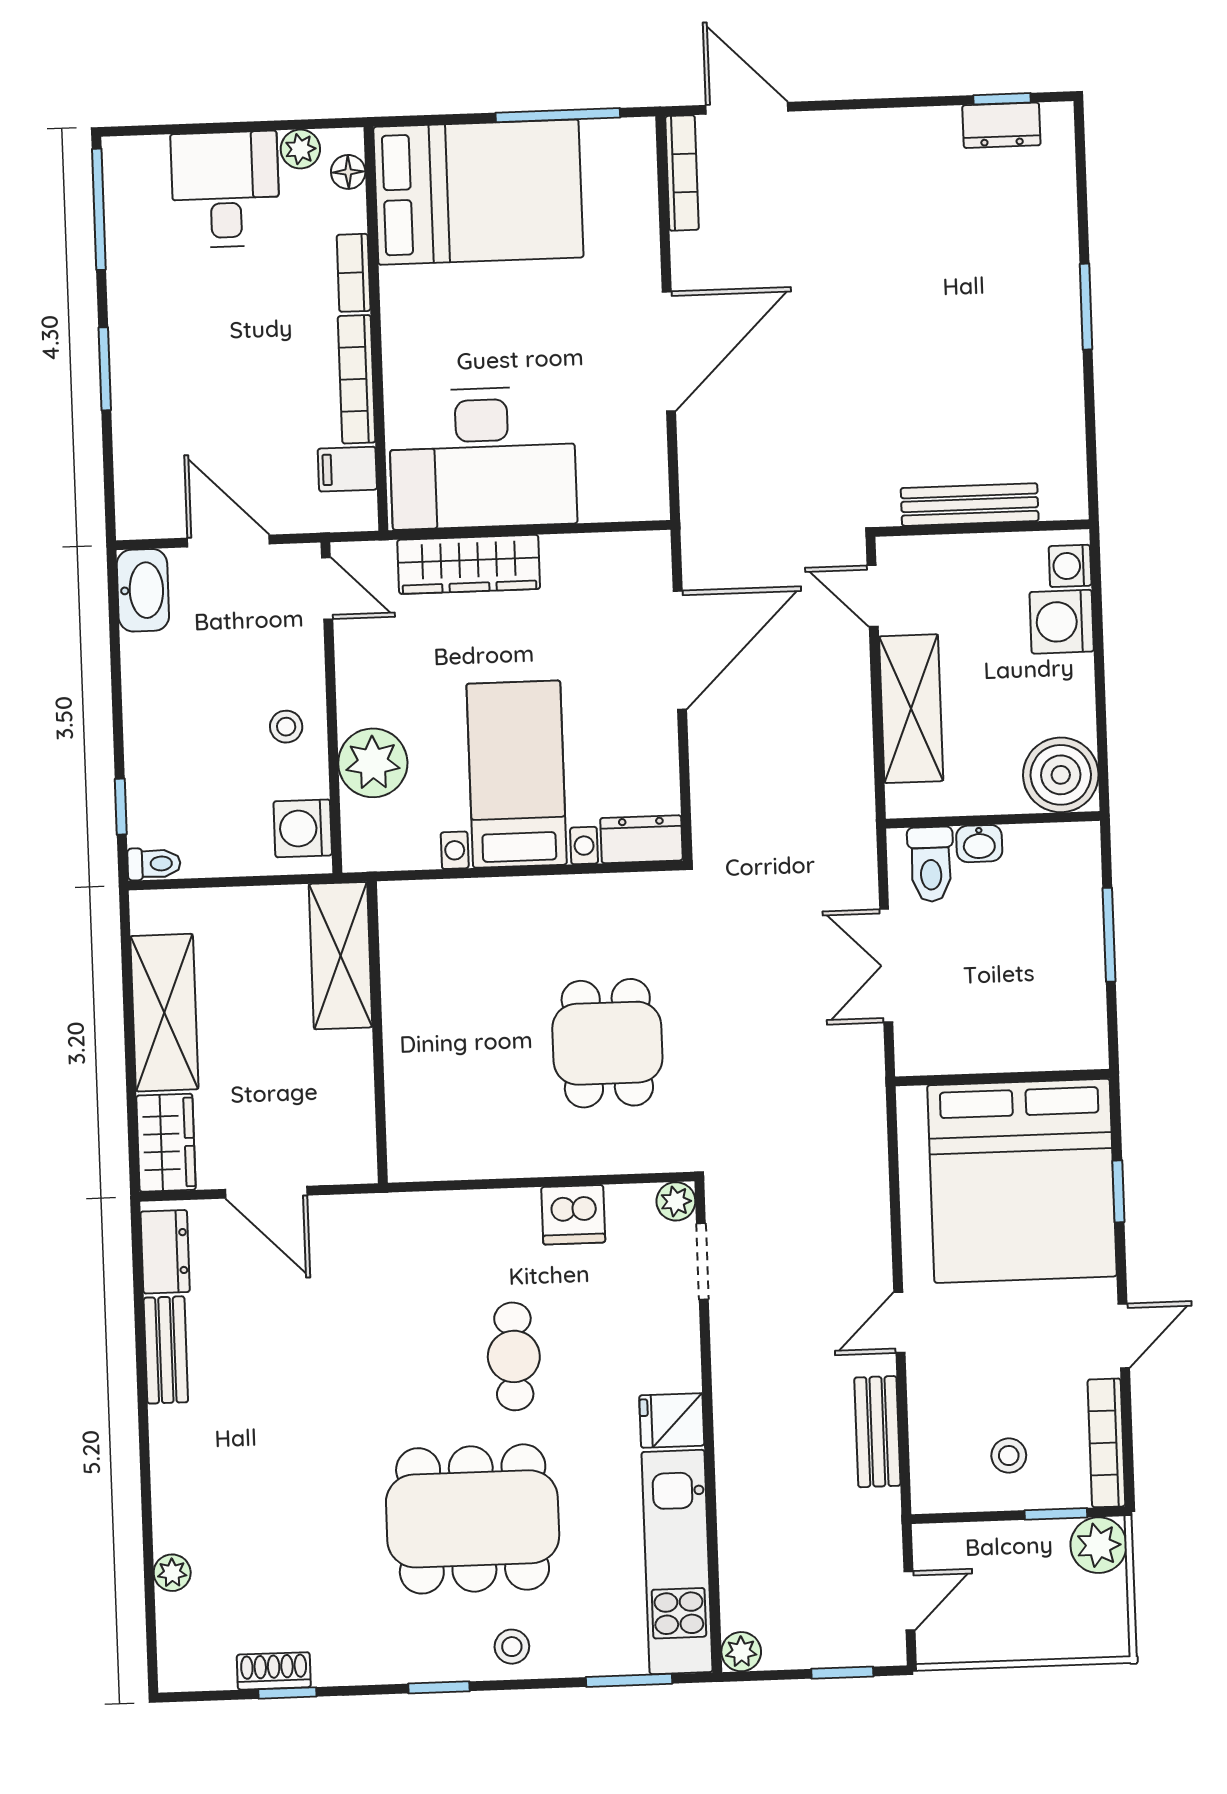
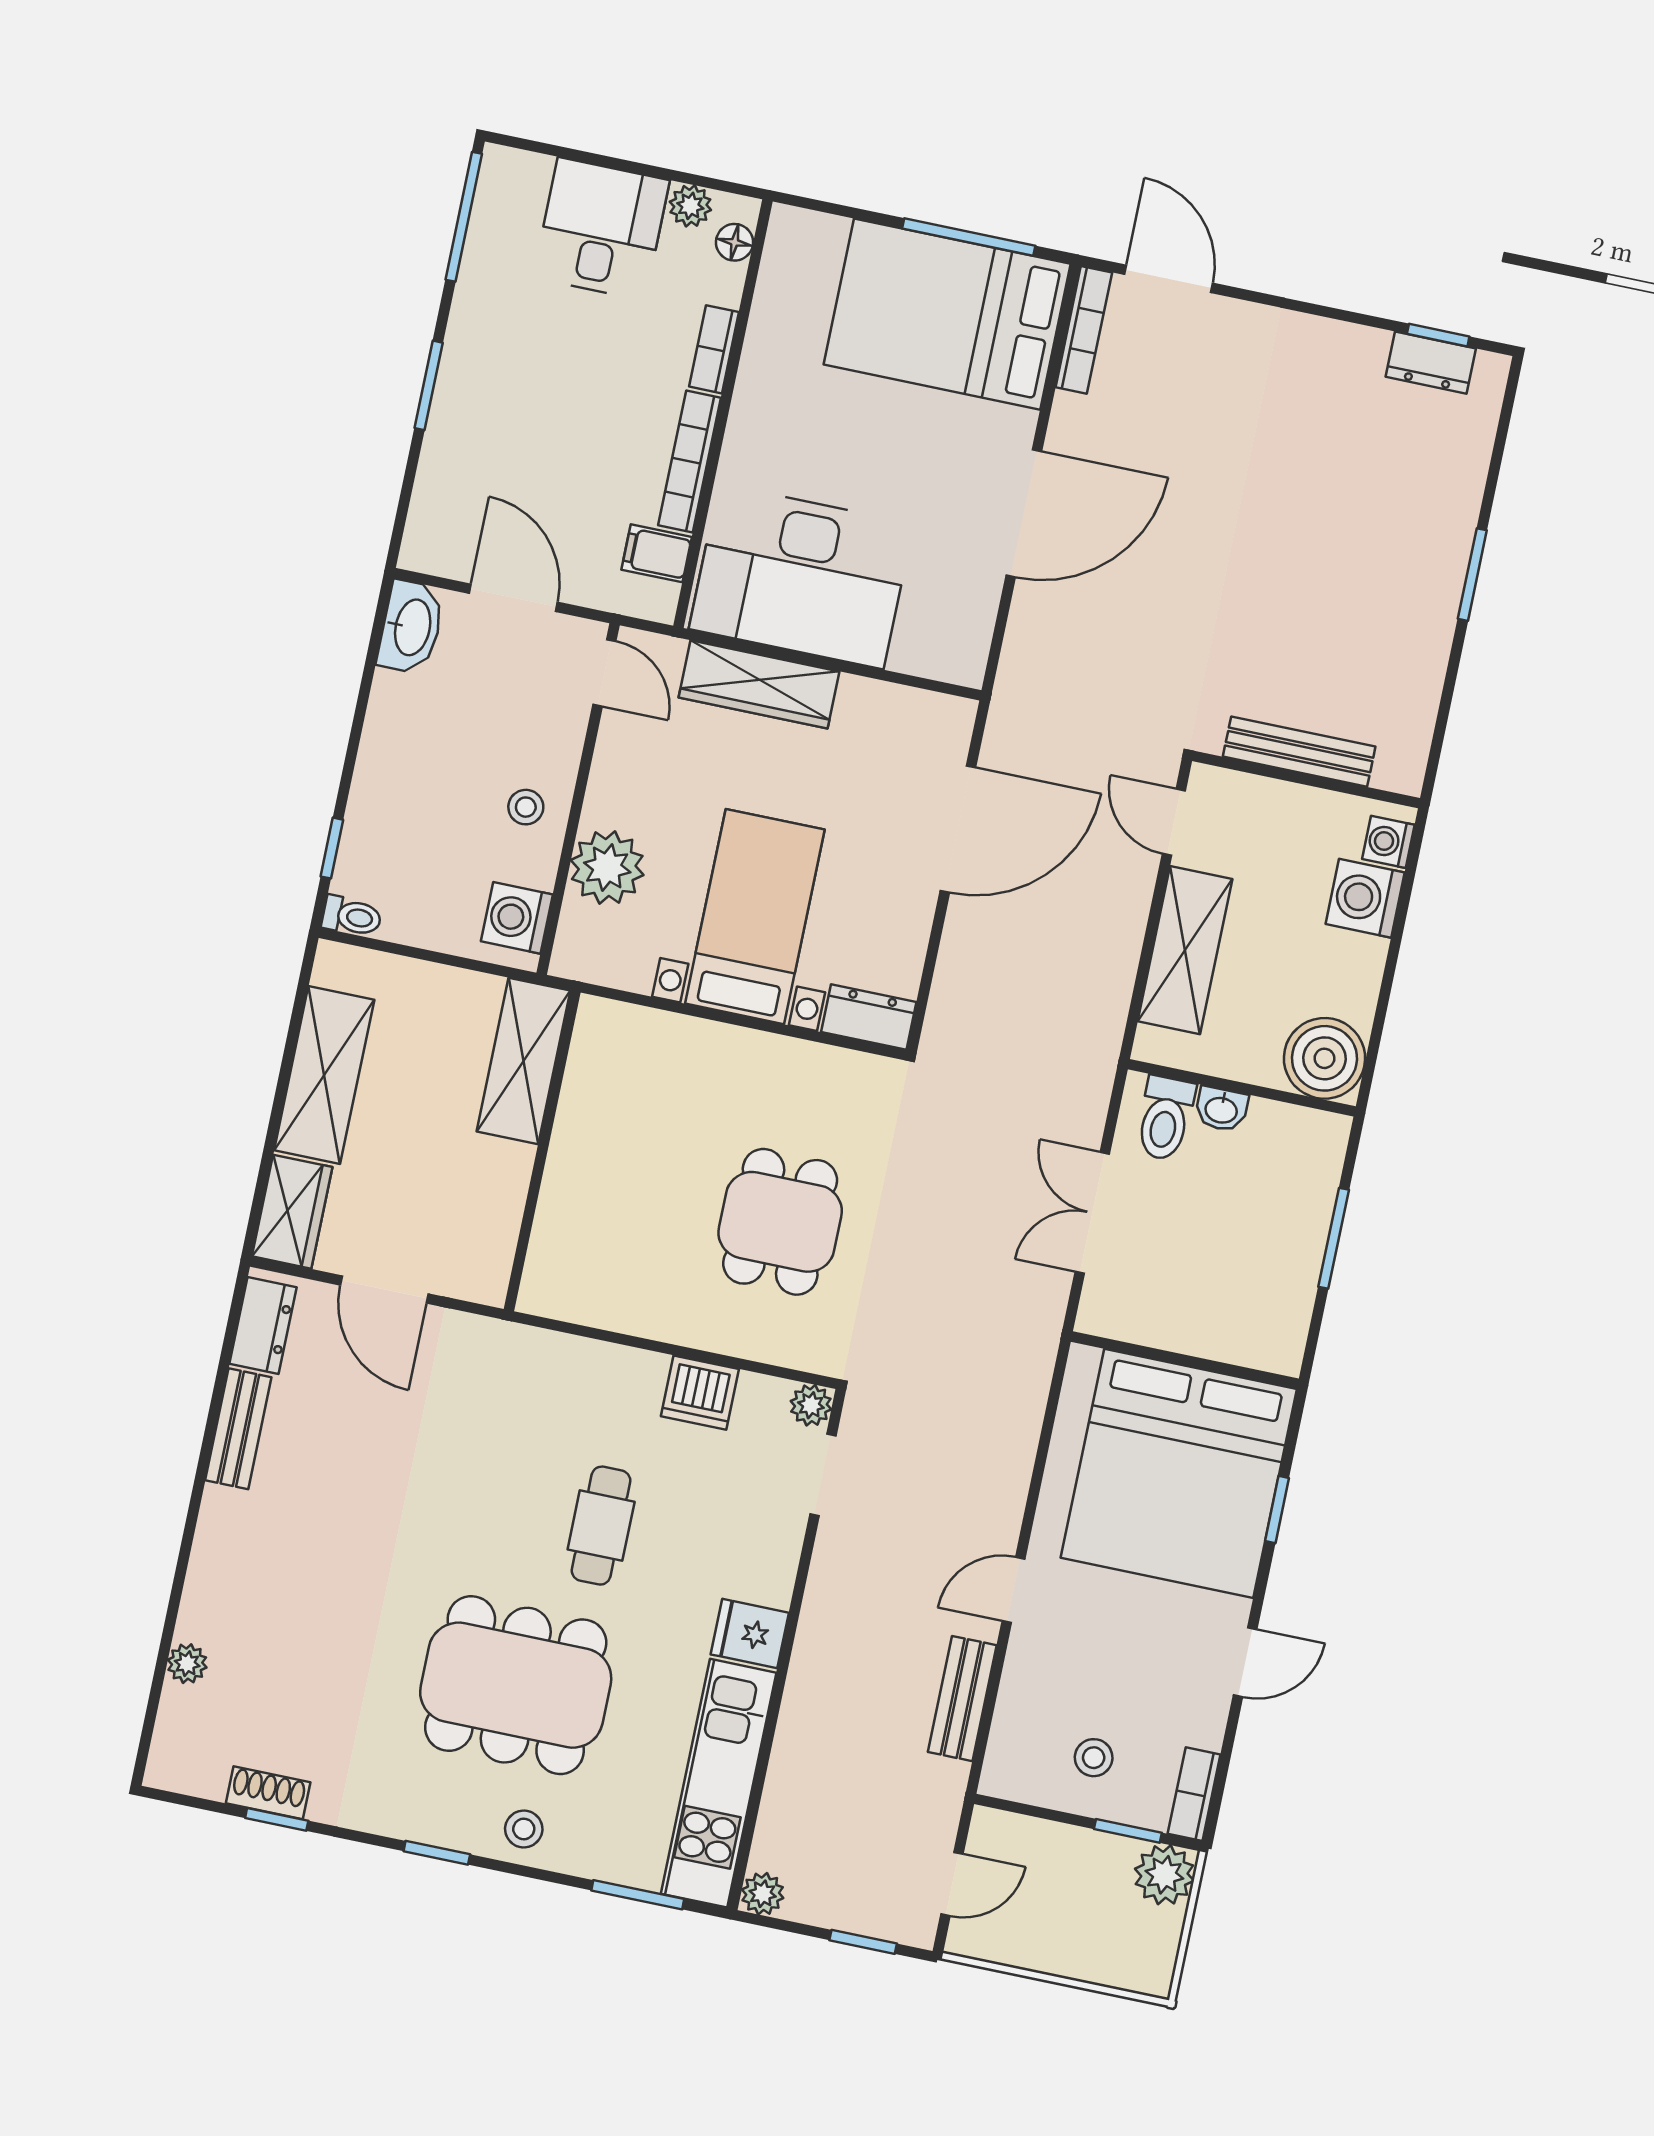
bed: (478, 192) -> (947, 314), moved, turned 180
bookcase: (1106, 1443) -> (1194, 1794), width x0.64

